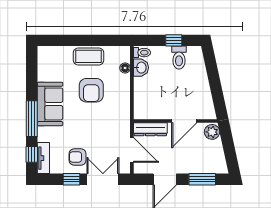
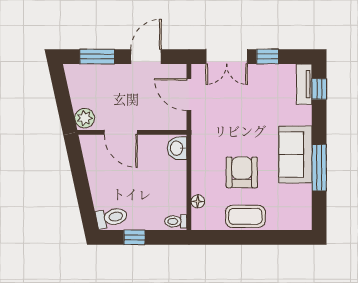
toilet: (179, 58) -> (112, 217), moved, turned 78
washbasin: (141, 68) -> (177, 148), moved
window: (32, 119) -> (319, 168), moved
door: (184, 121) -> (121, 132), swing flipped
dresser: (150, 129) -> (165, 122), removed
armchair: (78, 157) -> (260, 85), removed

